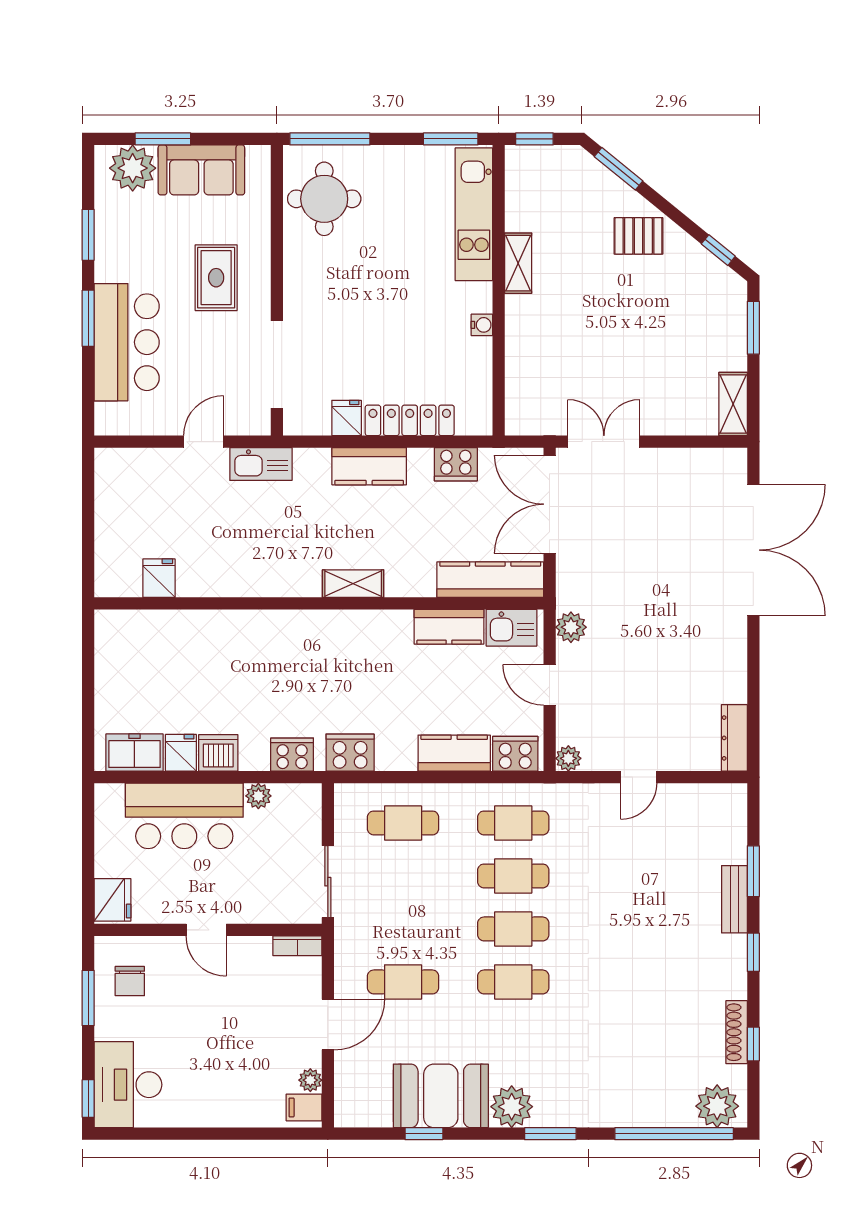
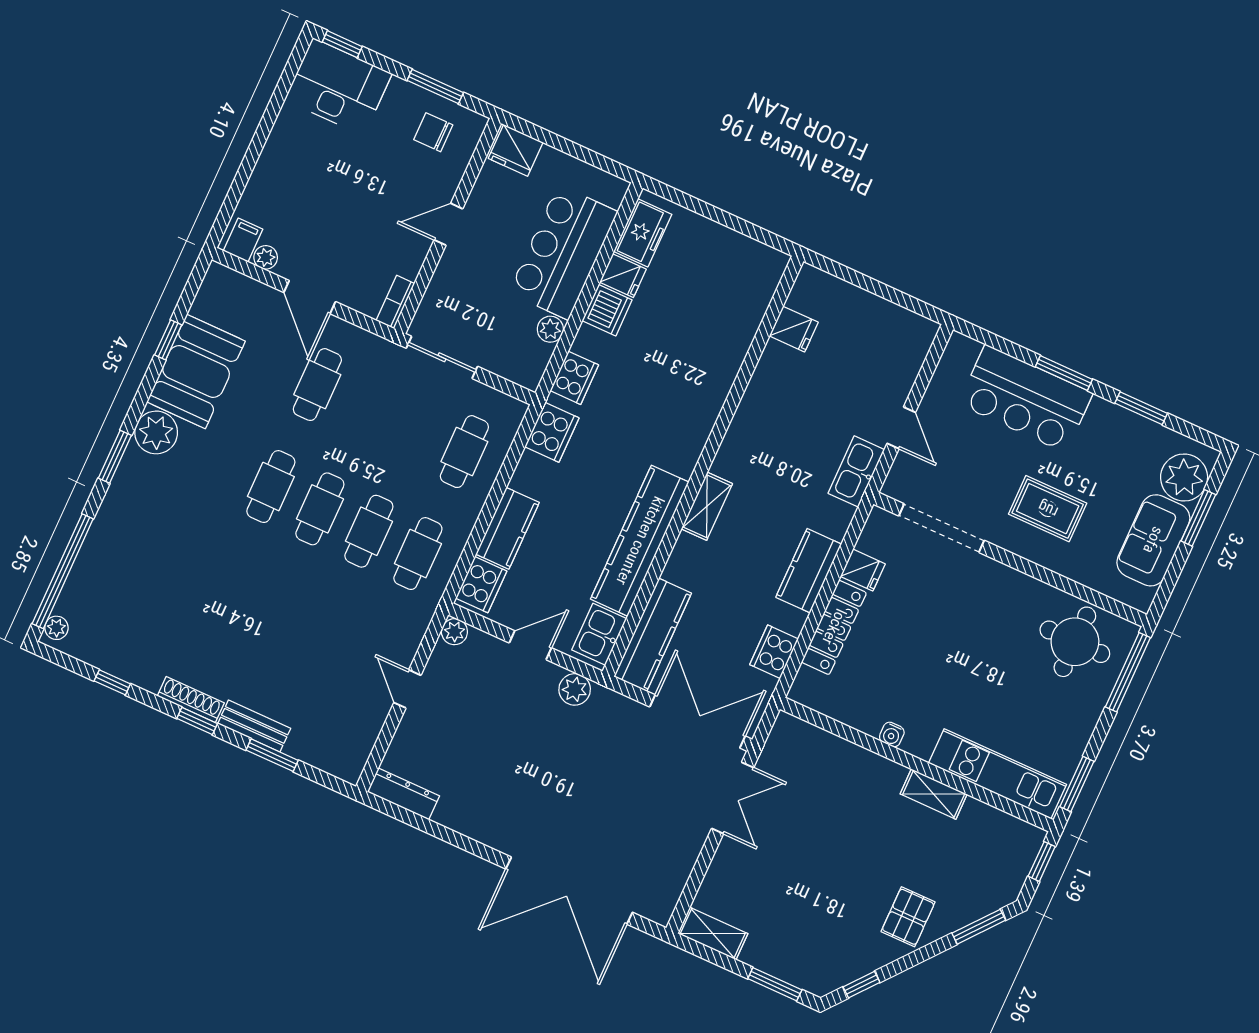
kitchen counter: (449, 627) -> (640, 541), width x2.08, depth x1.17
shoe rack: (737, 1032) -> (191, 699), moved
plant: (717, 1106) -> (56, 628), width x0.53, depth x0.53

